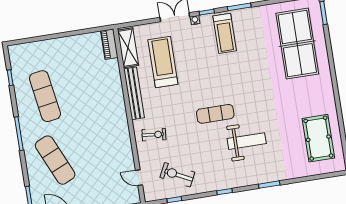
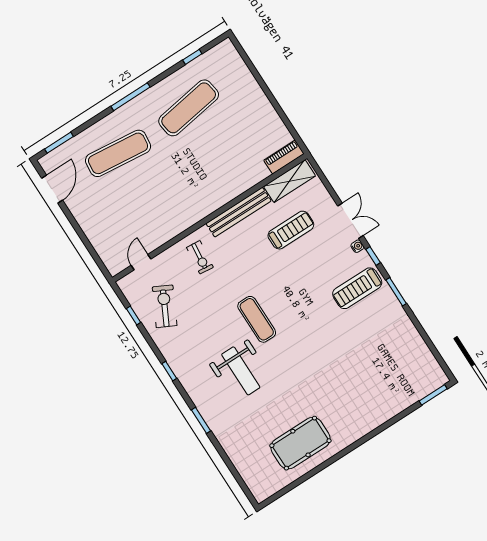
table tennis table: (297, 44) -> (383, 380), removed
treadmill: (163, 62) -> (291, 230), width x0.73, depth x0.73
pool table: (318, 138) -> (300, 443), moved
exercise mat: (55, 160) -> (118, 153), turned 30

